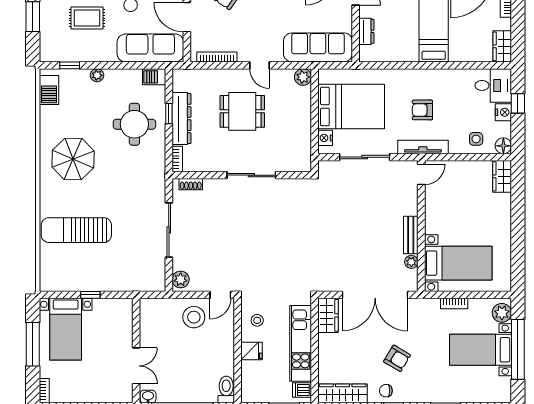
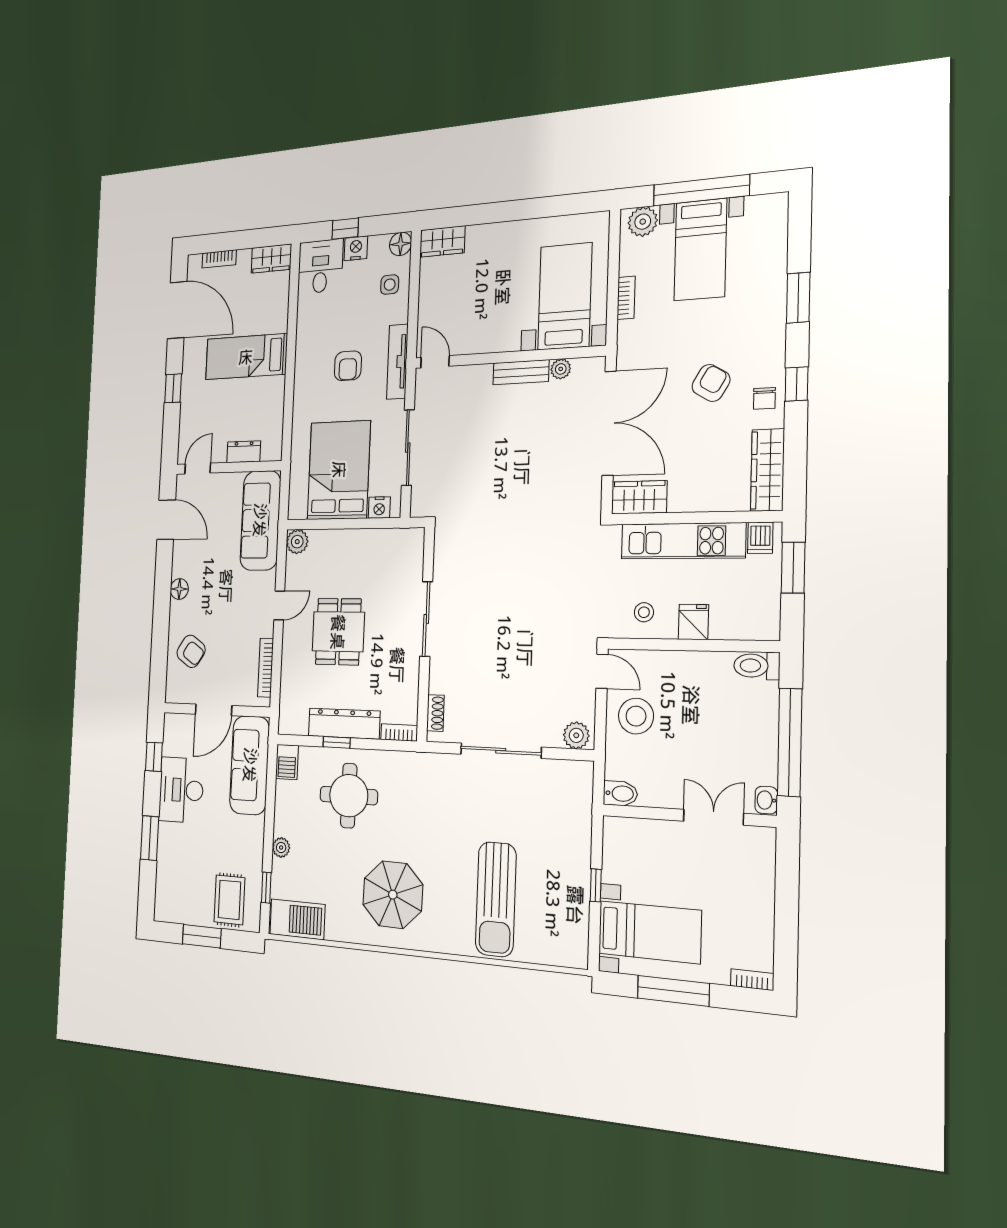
rug: (87, 18) -> (229, 900), moved
barbecue: (49, 90) -> (297, 919), width x1.37, depth x1.21
bidet: (147, 309) -> (620, 794), added

